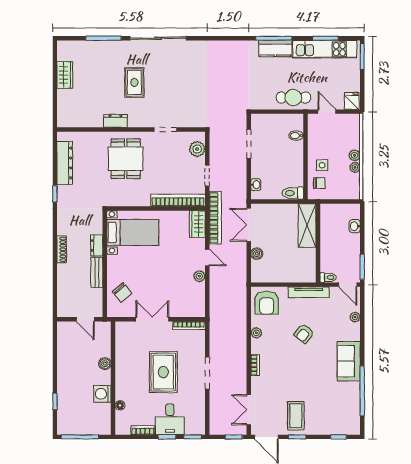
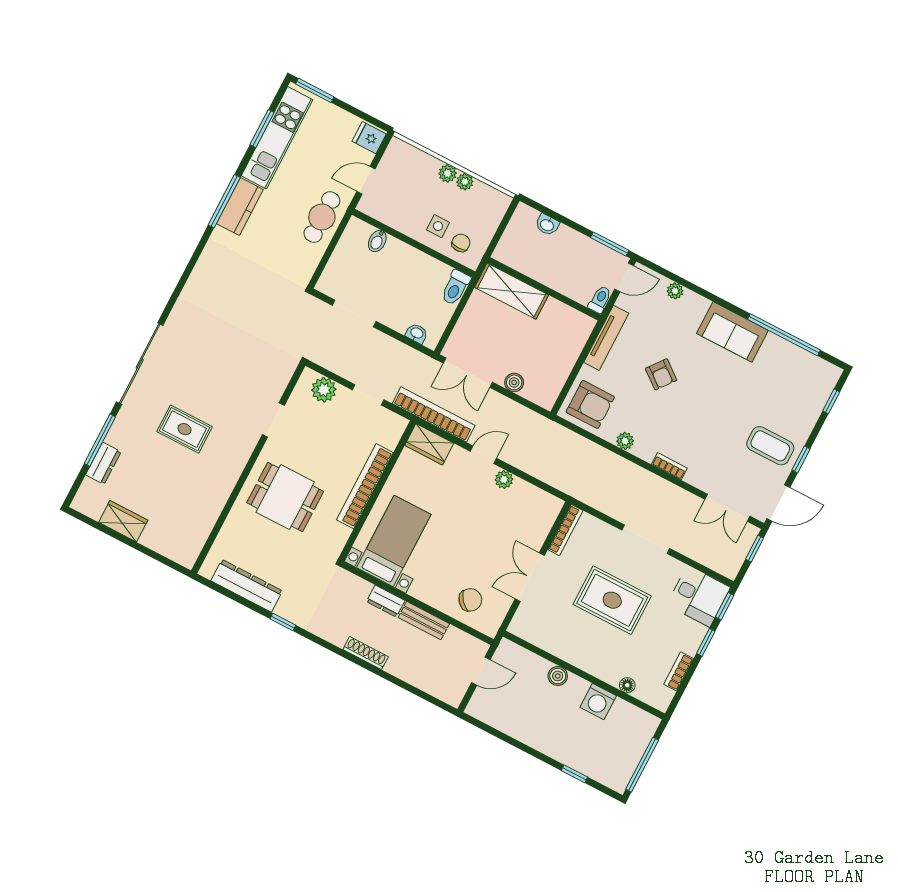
dresser: (115, 121) -> (103, 463), moved, turned 180
bookcase: (178, 200) -> (365, 486), moved
desk: (170, 419) -> (699, 596), moved

